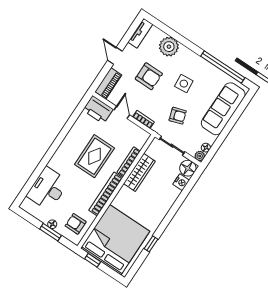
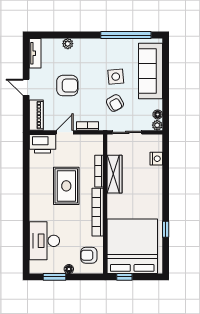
plant: (169, 47) -> (68, 44), width x0.53, depth x0.53
side table: (184, 84) -> (116, 77), moved
door: (122, 112) -> (65, 132), hinge flipped
armchair: (178, 116) -> (115, 103), turned 79
floor lamp: (188, 168) -> (154, 143), removed
window: (50, 232) -> (54, 277), moved

